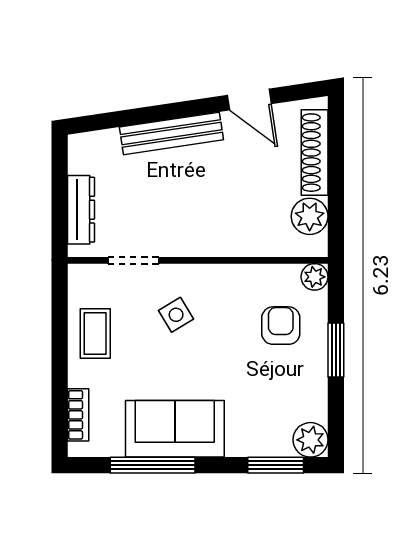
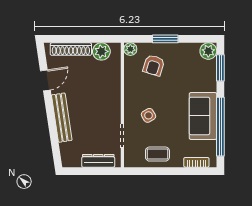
armchair: (281, 326) -> (154, 65), turned -73
window: (153, 465) -> (220, 127), width x1.46

